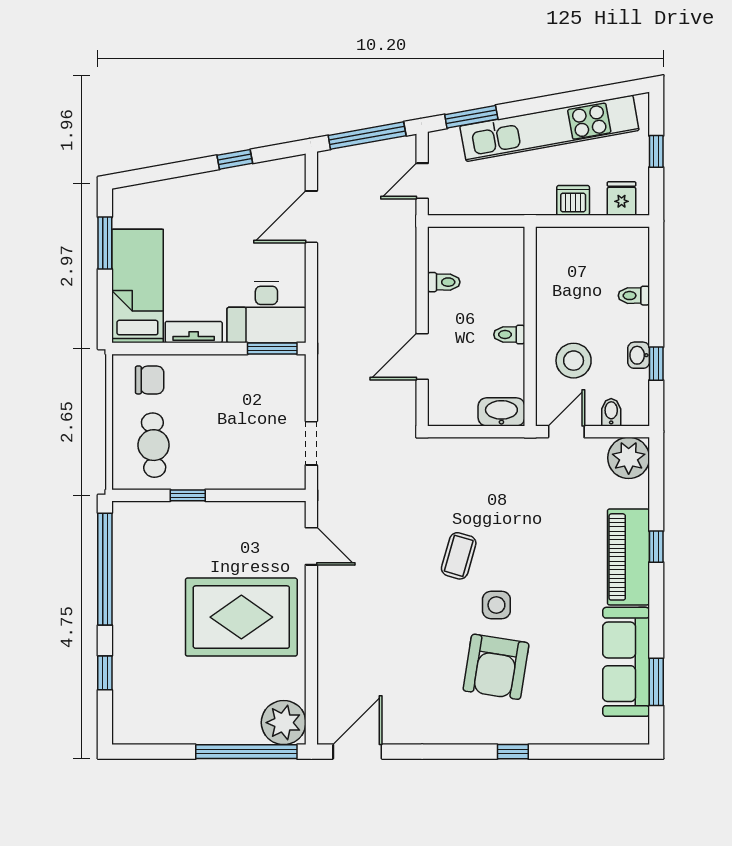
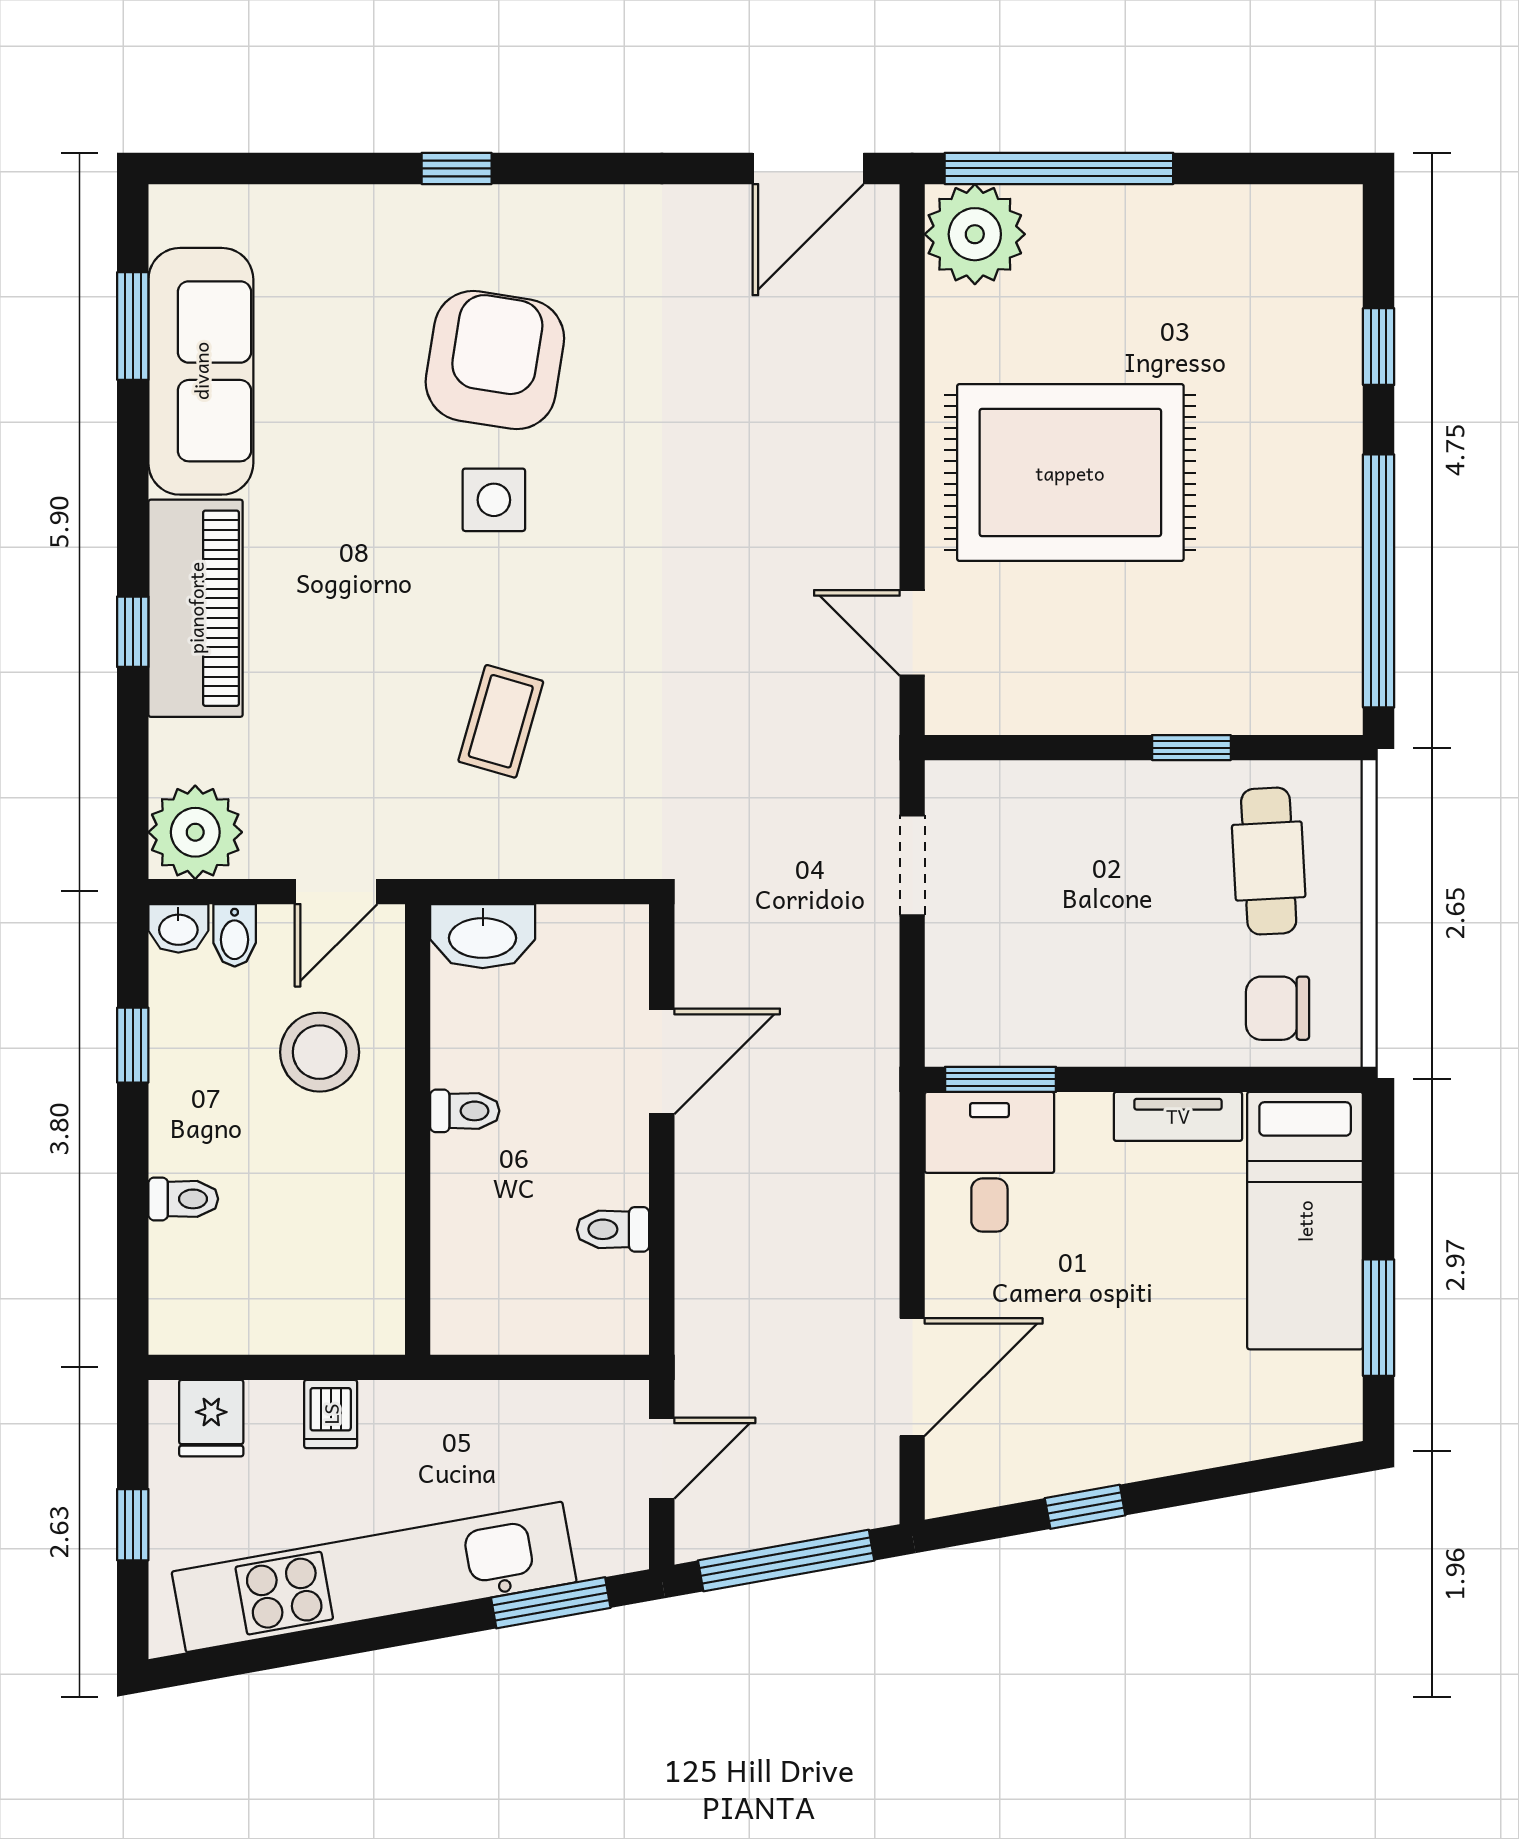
dishwasher: (573, 200) -> (331, 1414), width x0.73
desk: (266, 312) -> (989, 1162), width x0.73
washbasin: (639, 355) -> (178, 928), moved, turned 90
coffee table: (459, 556) -> (501, 721), moved

